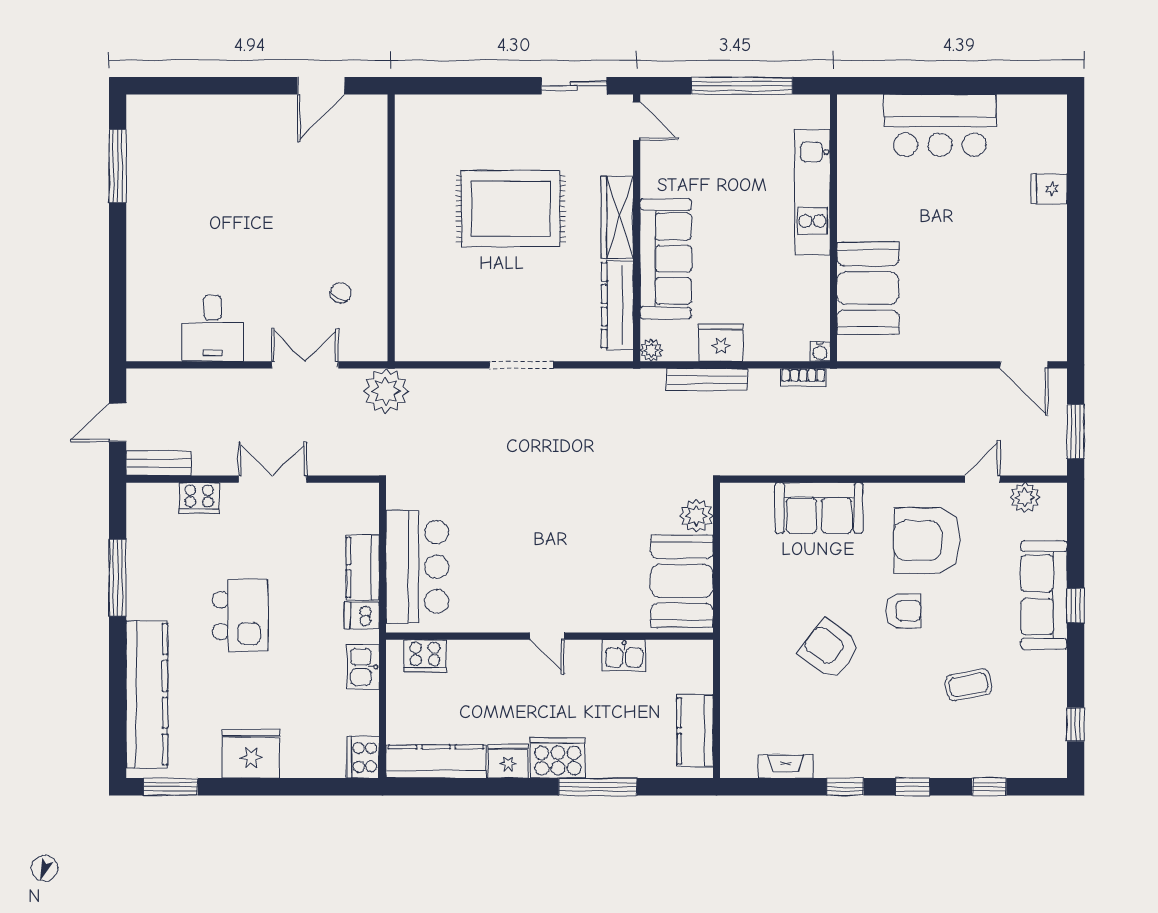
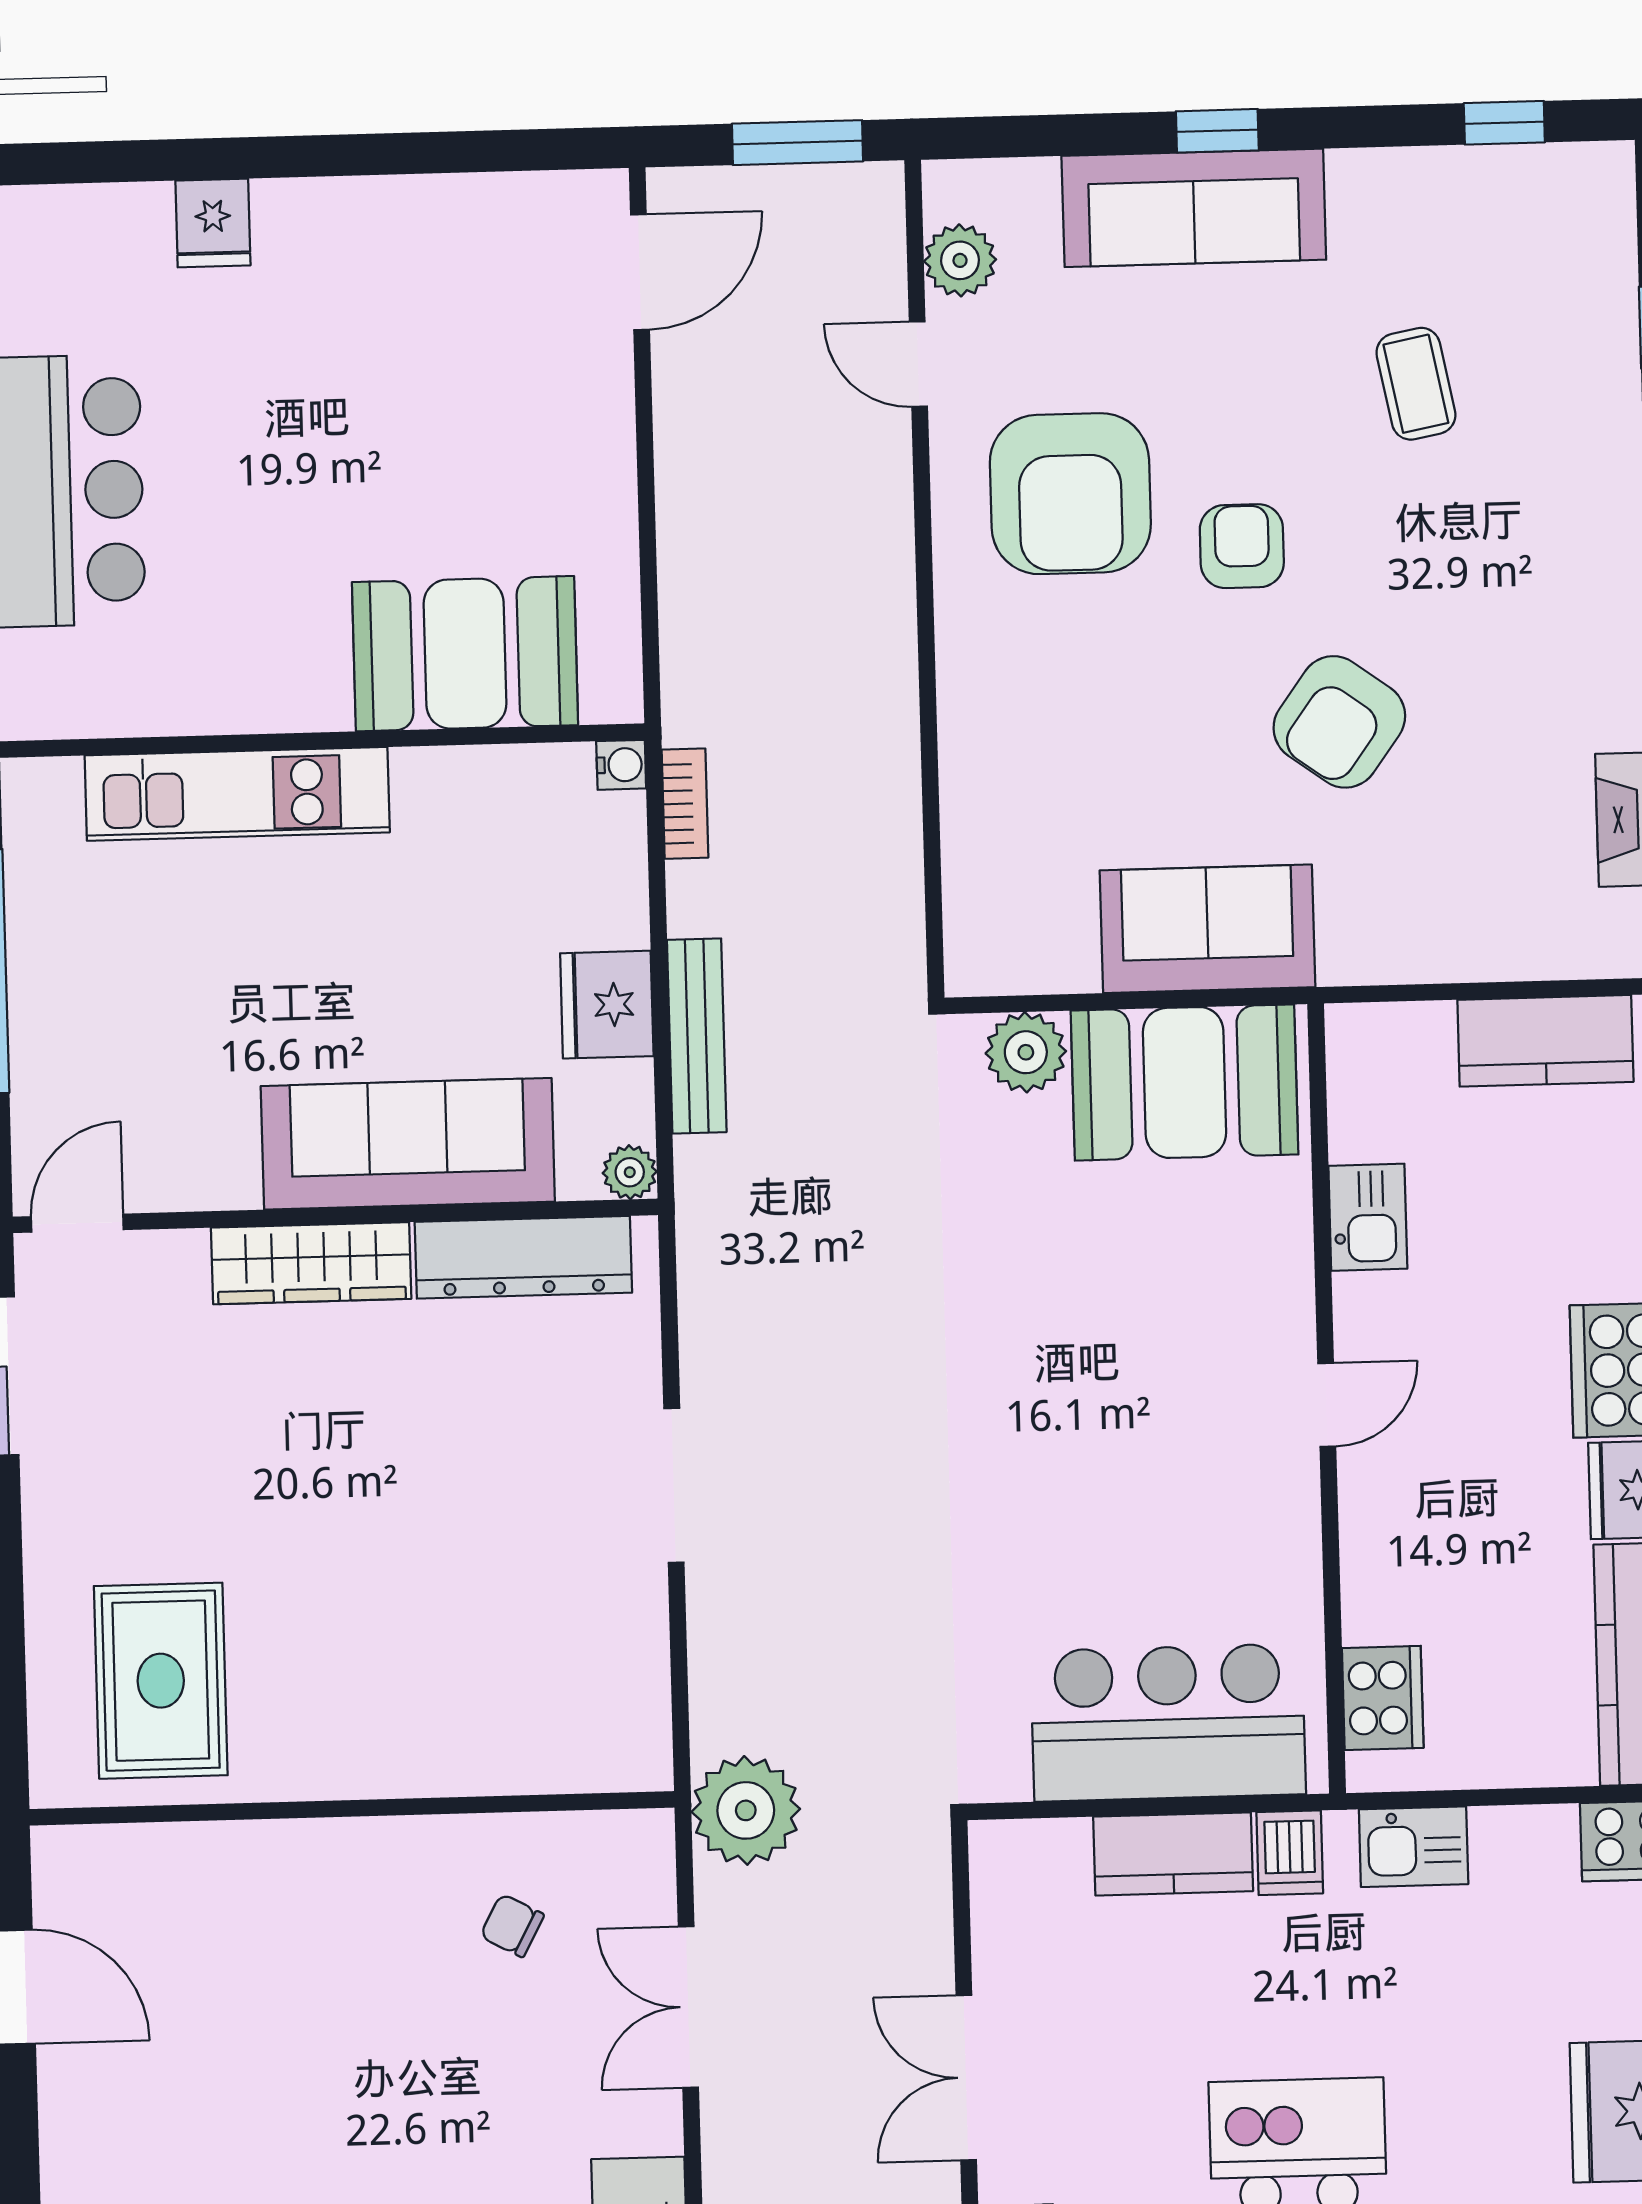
rug: (511, 209) -> (161, 1681), moved, width x0.73, depth x0.69
sofa: (819, 508) -> (1207, 929), moved, turned -90

